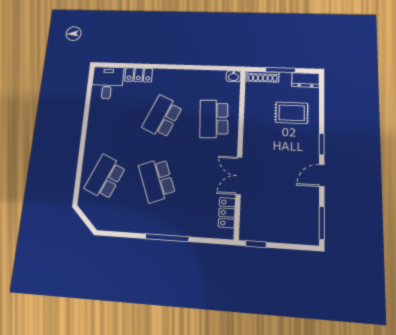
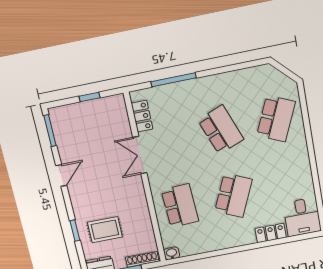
window: (322, 144) -> (75, 231), moved
double door: (239, 176) -> (140, 155), swing flipped
window: (167, 238) -> (174, 80), moved
window: (256, 244) -> (89, 97), moved

